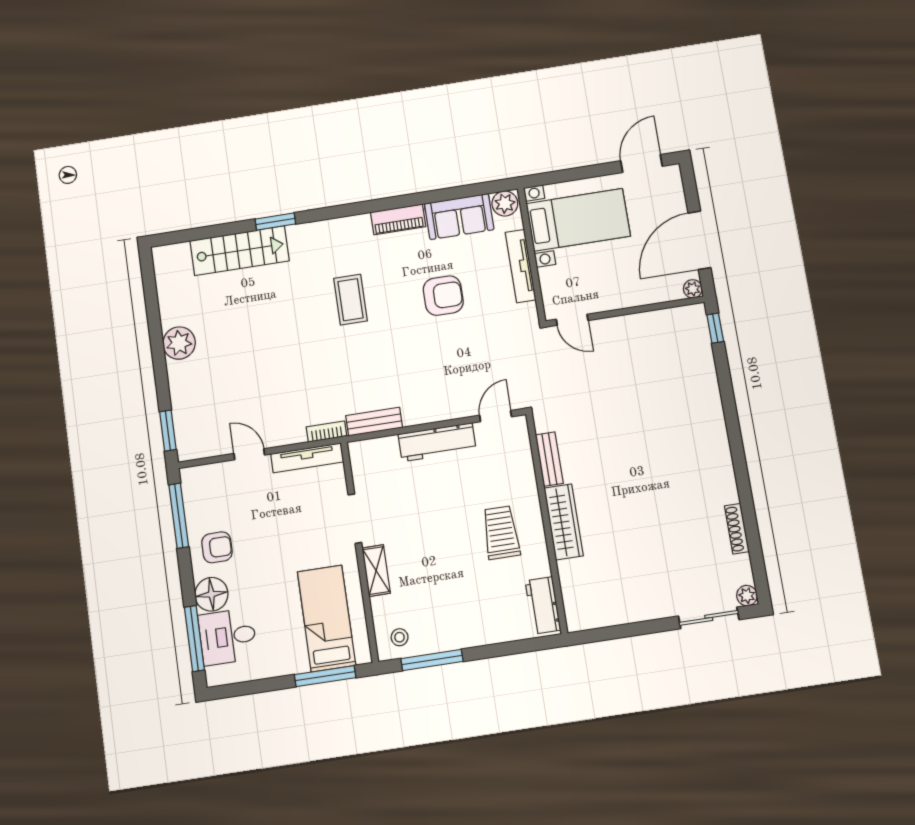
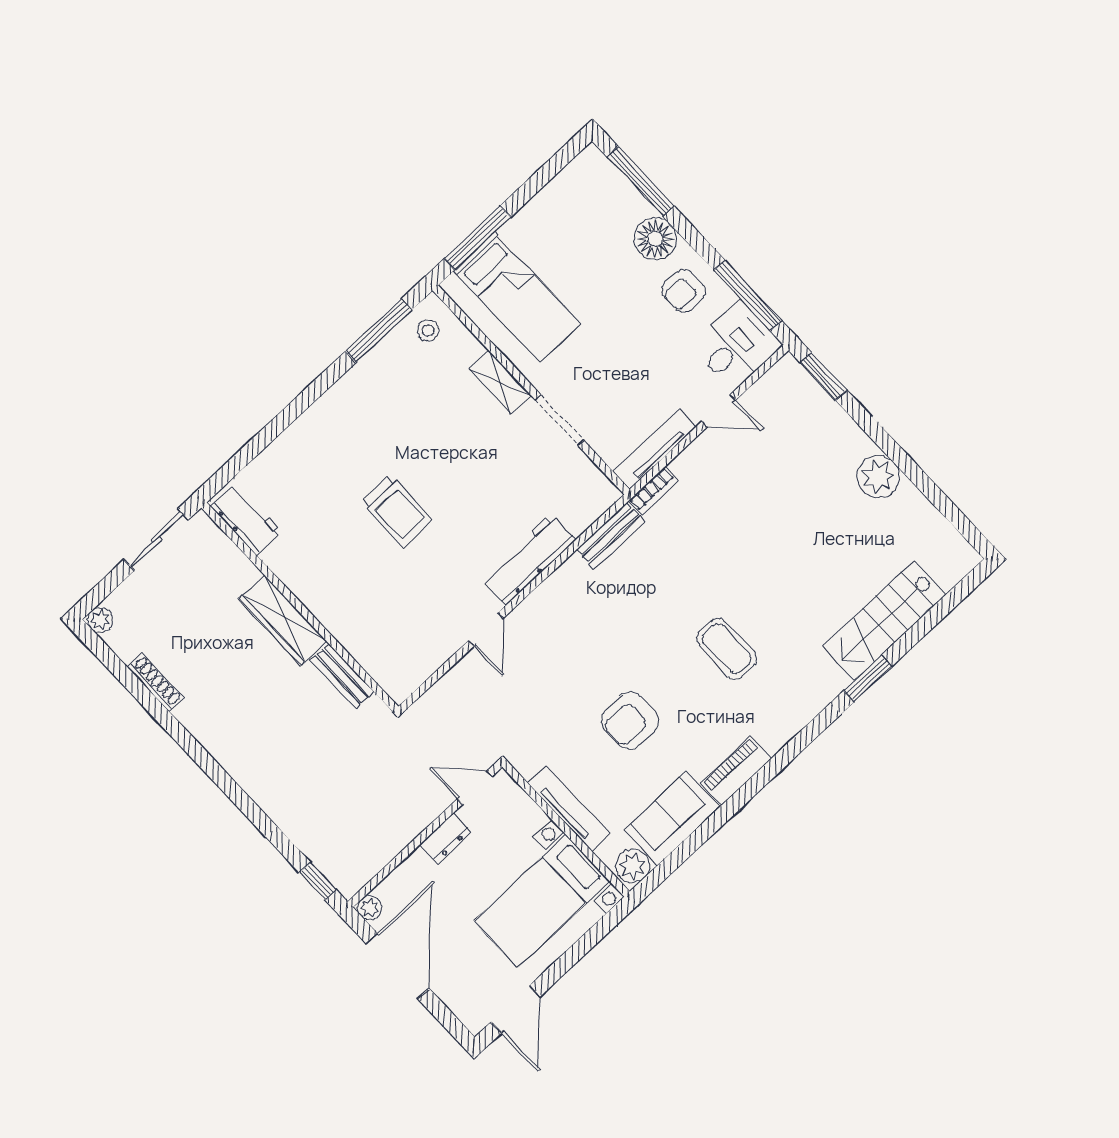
dresser: (613, 300) -> (445, 838), added
bench: (549, 459) -> (342, 676), moved
wardrobe: (564, 522) -> (283, 620), moved
wall: (547, 523) -> (300, 607), moved
workbench: (543, 605) -> (246, 519), moved
sliding door: (709, 618) -> (156, 540), moved
desk: (228, 637) -> (736, 345), moved

